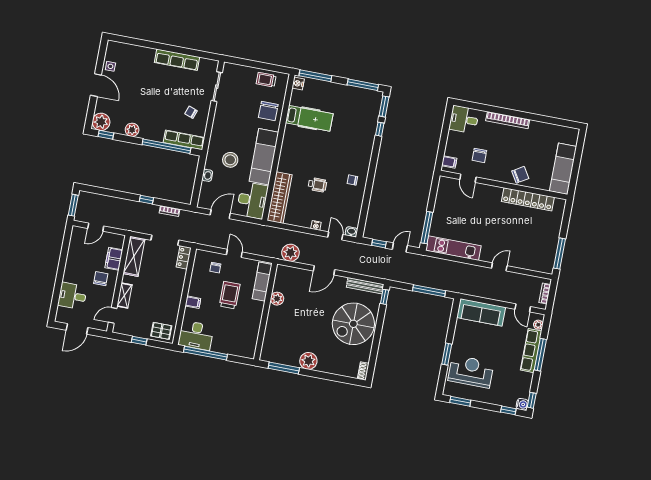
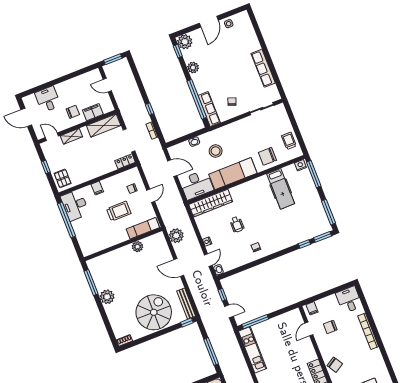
spiral stairs: (353, 324) -> (154, 312), turned 90

